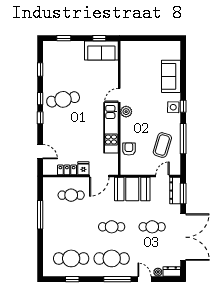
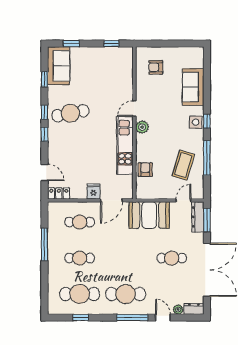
sofa: (101, 51) -> (59, 66), moved, turned -90
armchair: (138, 59) -> (156, 67), added
locker: (67, 170) -> (59, 193), moved
cafe table: (112, 227) -> (80, 258), moved

